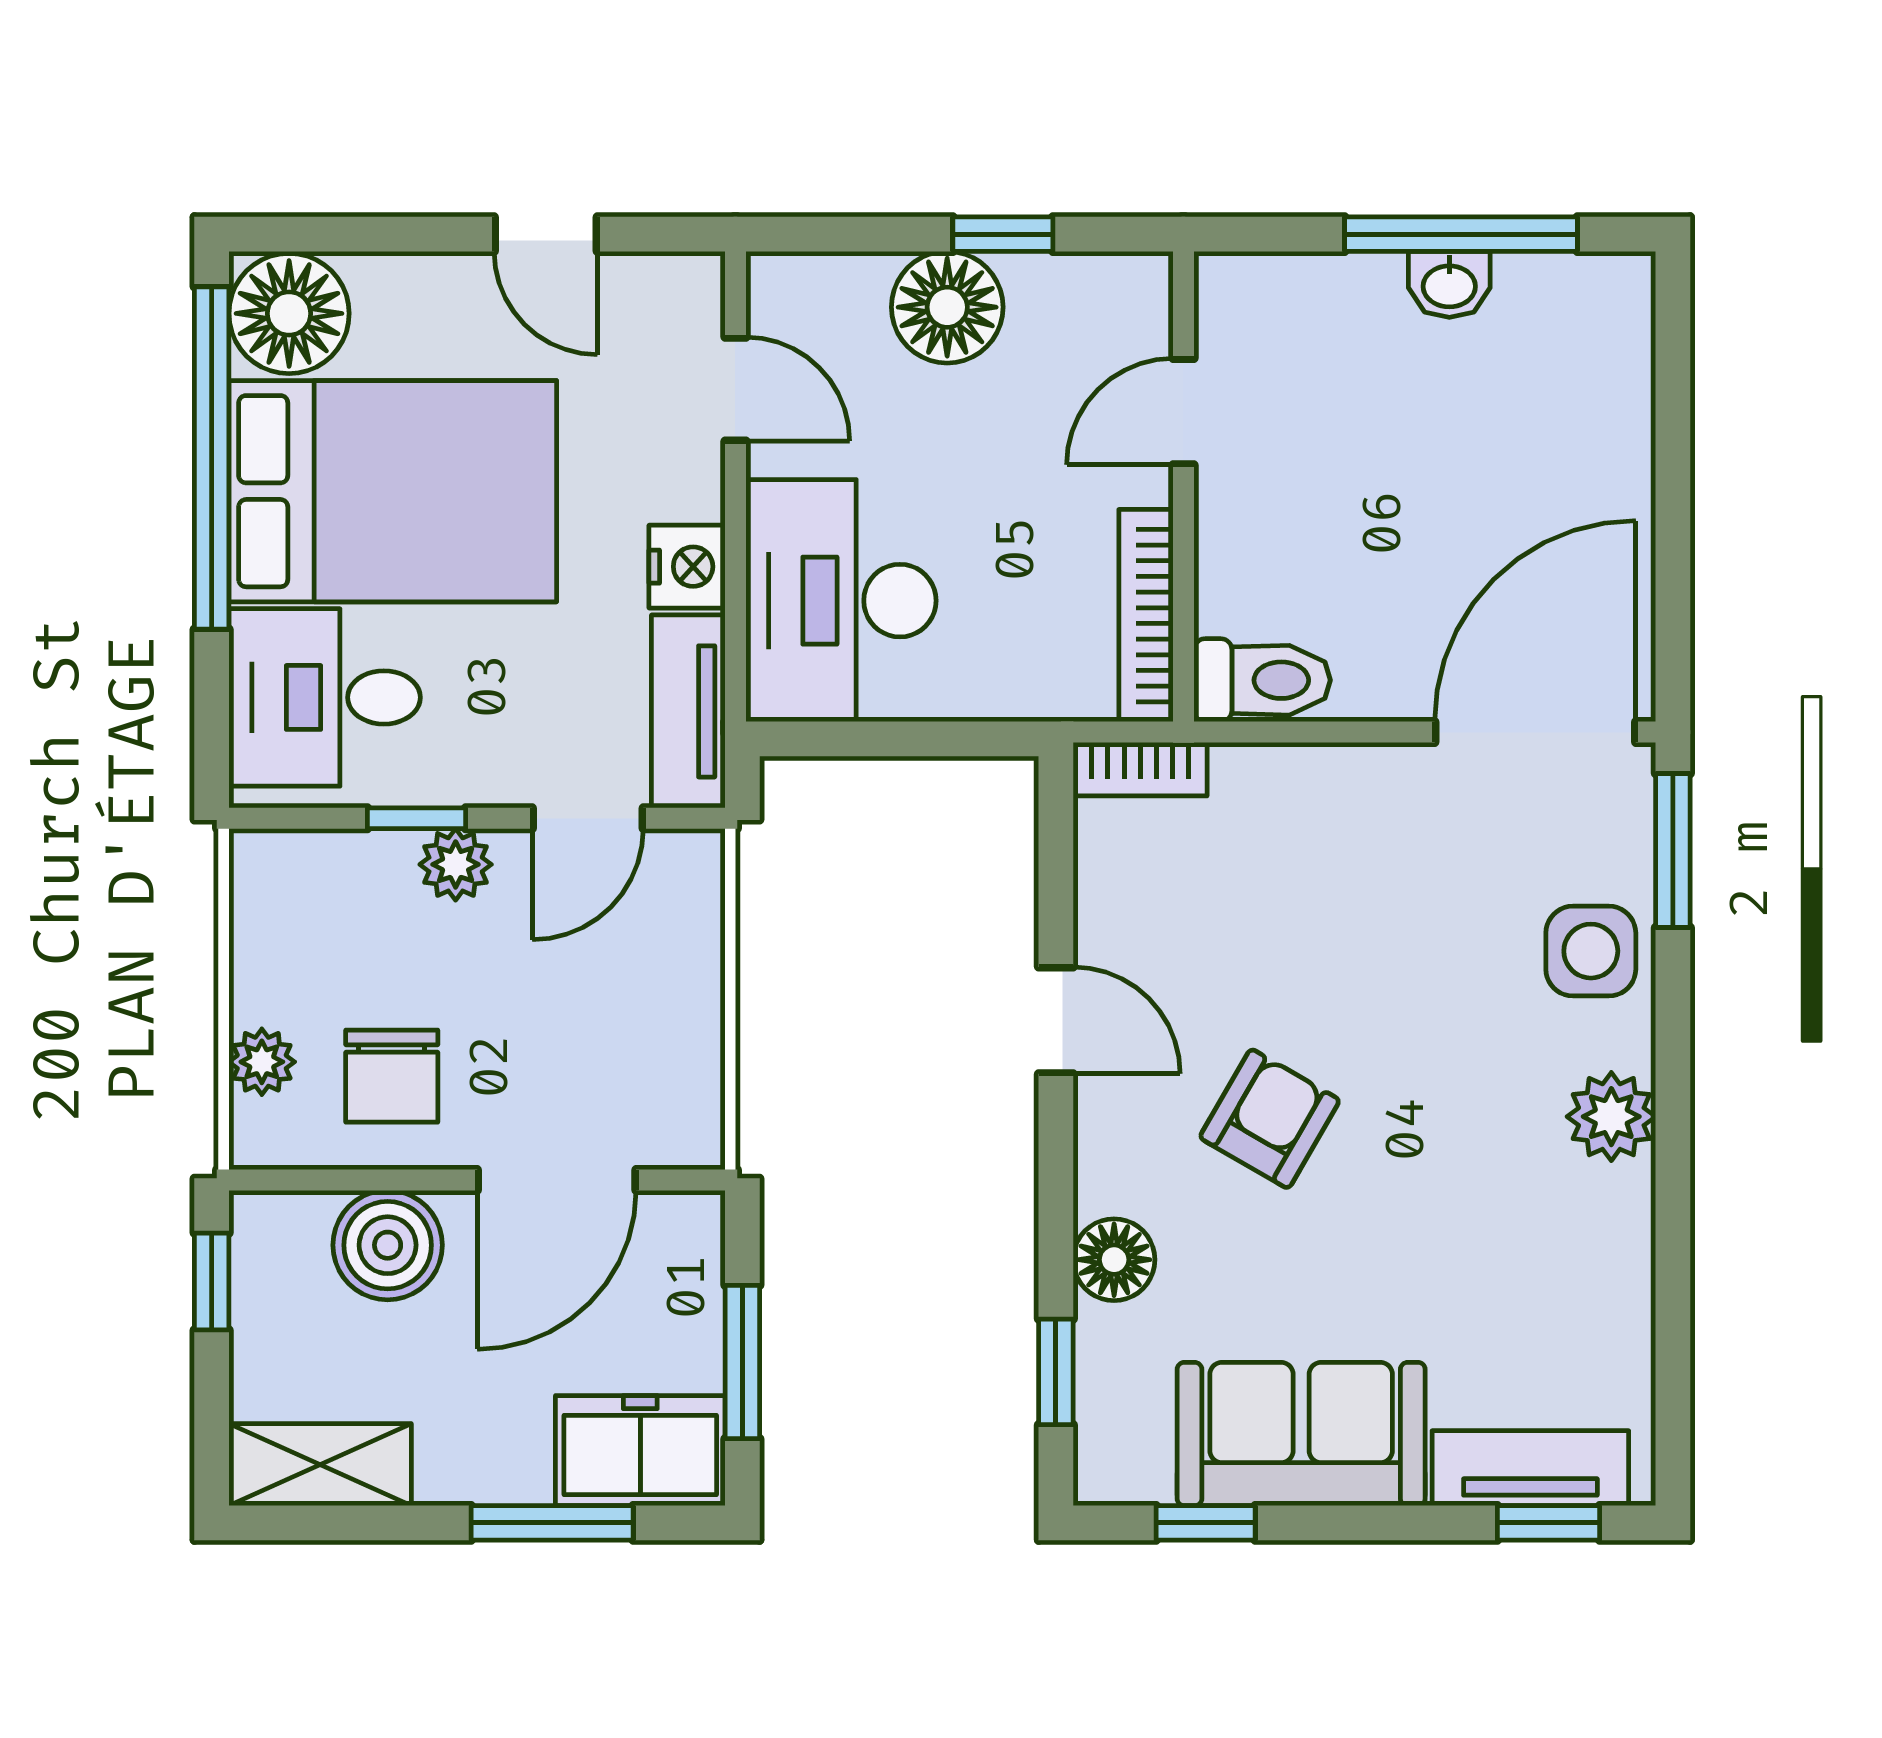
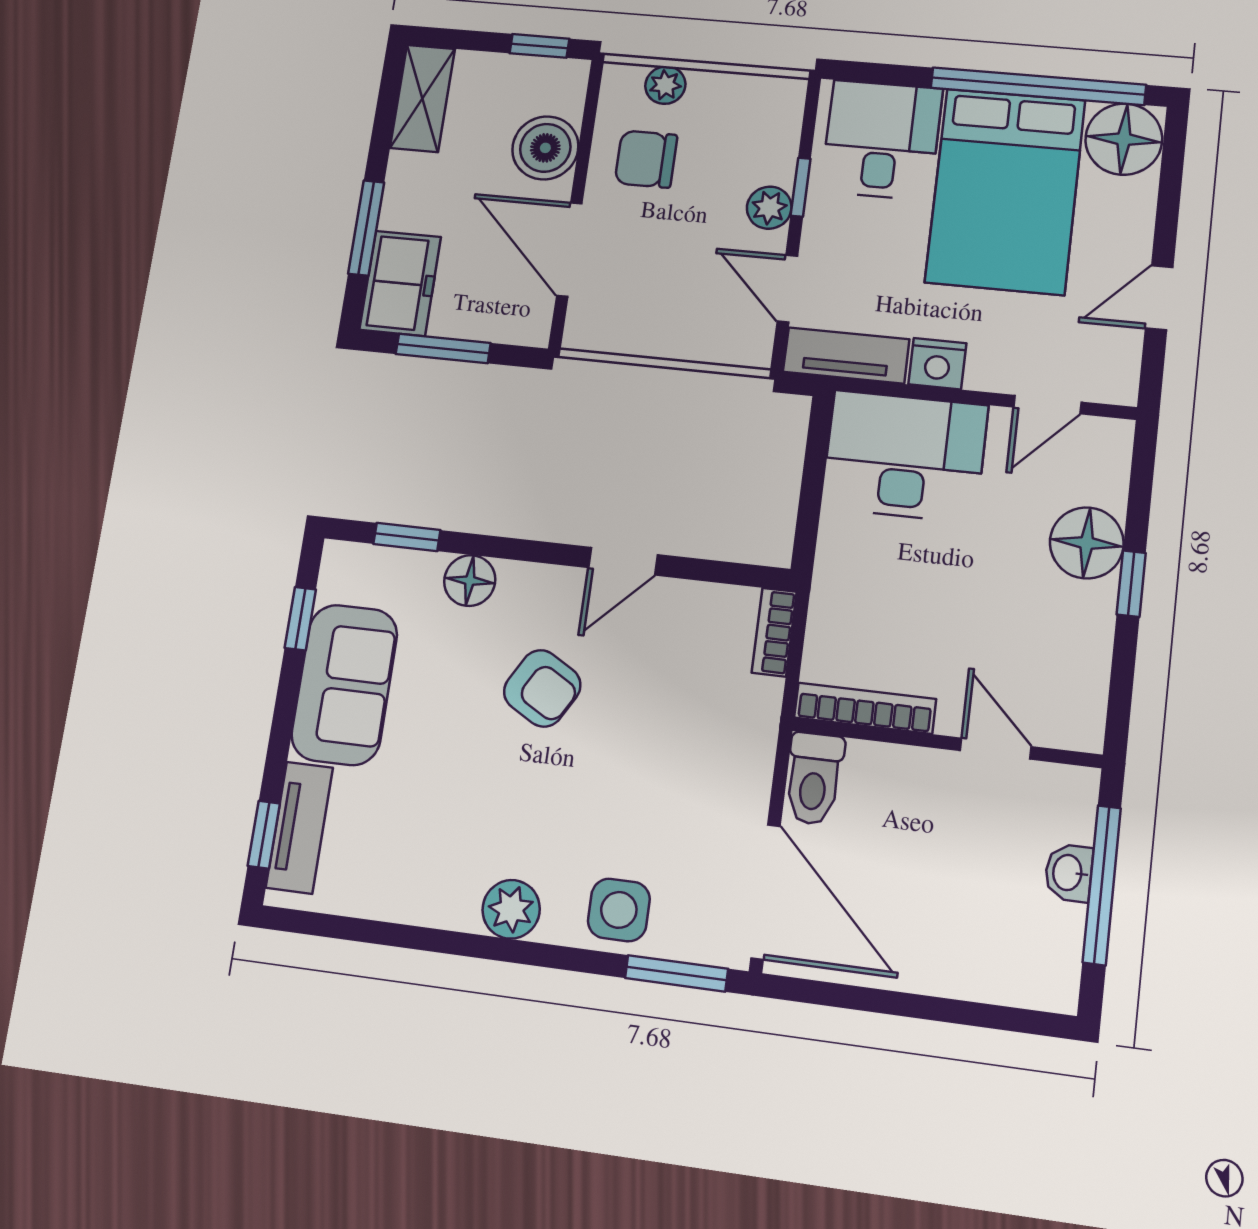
door: (1183, 412) -> (996, 749), moved
wall: (1183, 487) -> (946, 743), moved
bookcase: (1146, 616) -> (865, 708), moved
toilet: (1262, 680) -> (814, 779), moved

